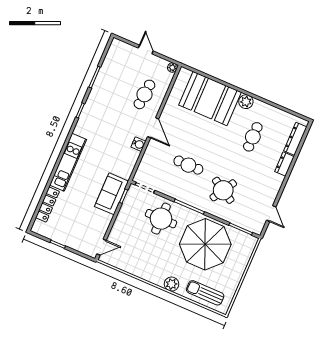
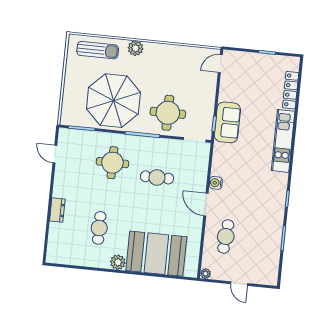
dresser: (295, 139) -> (54, 240), removed
round table: (223, 190) -> (112, 163), turned -31

